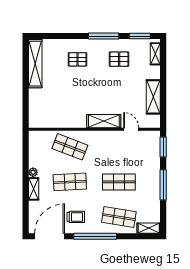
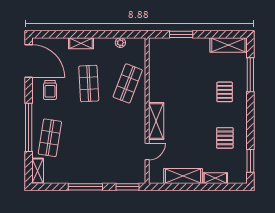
window: (104, 36) -> (250, 75), moved
shelving: (155, 54) -> (215, 178), moved
shelving: (35, 64) -> (228, 45), width x0.68
window: (26, 99) -> (181, 34), added
plant: (33, 172) -> (120, 43), moved
shop shelf: (119, 182) -> (89, 138), removed
window: (95, 236) -> (29, 127), moved

